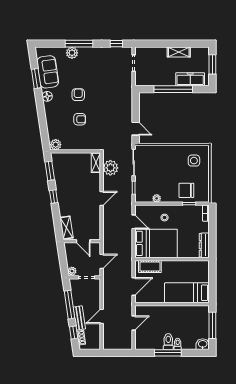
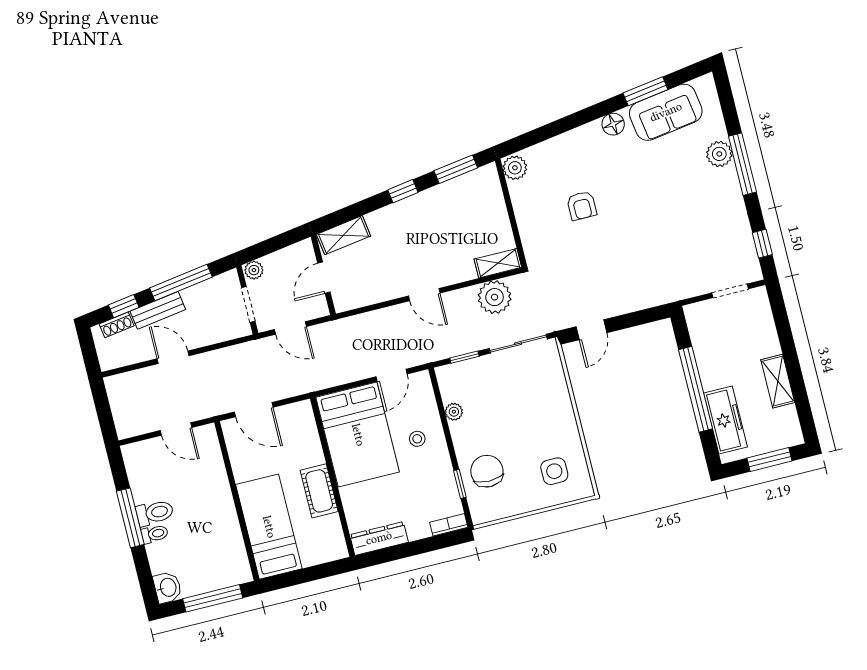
armchair: (78, 95) -> (633, 189), removed
cot: (150, 267) -> (319, 491), moved

